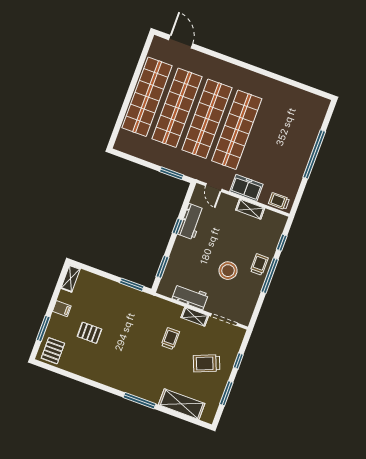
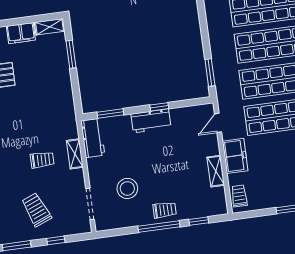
workbench: (191, 222) -> (151, 121), moved
stool: (228, 271) -> (127, 188), moved
window: (132, 285) -> (71, 54), moved
workbench: (190, 296) -> (93, 138), moved
filing cabinet: (62, 309) -> (21, 33), width x2.00
shelving: (195, 317) -> (75, 154), moved

